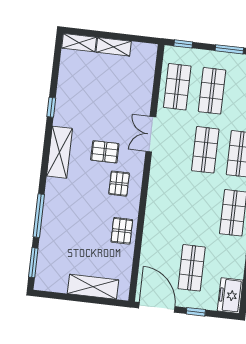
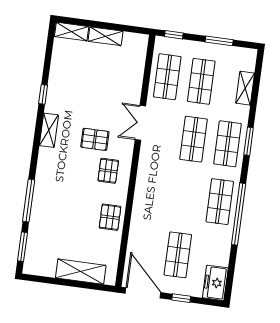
shelving: (59, 152) -> (49, 130), width x0.67, depth x0.75

